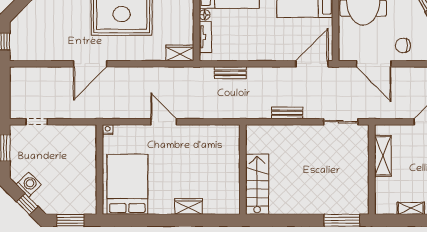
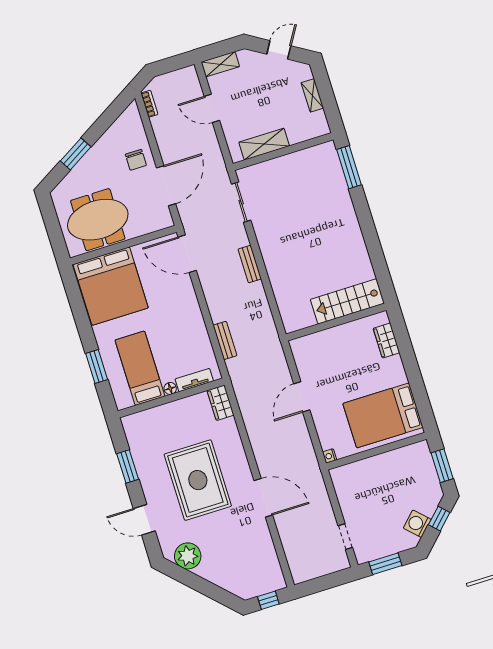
wall: (243, 169) -> (336, 322), moved
stairs: (257, 184) -> (347, 301), moved

